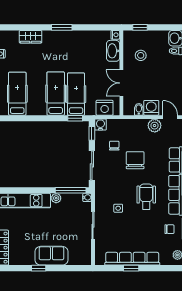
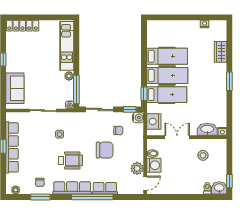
window: (140, 27) -> (229, 181), moved
hospital bed: (17, 94) -> (167, 56), moved
sofa: (51, 256) -> (15, 88), moved

